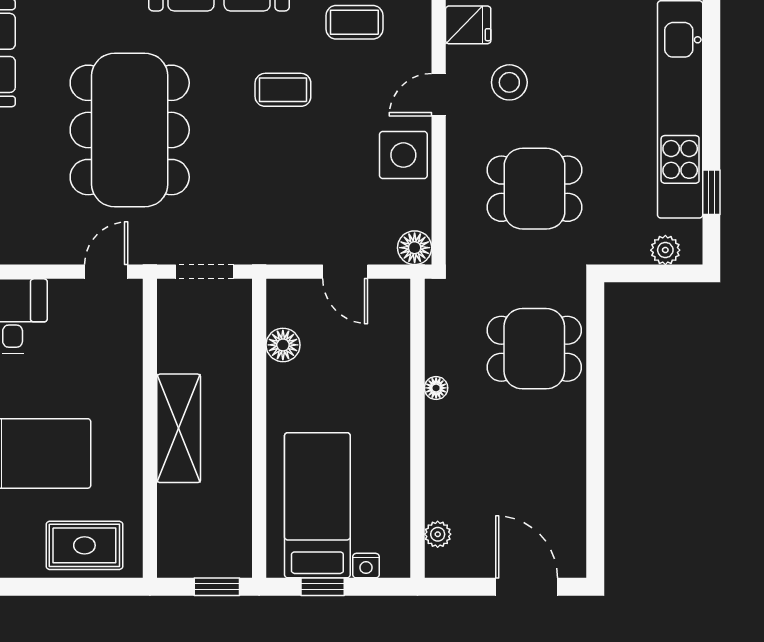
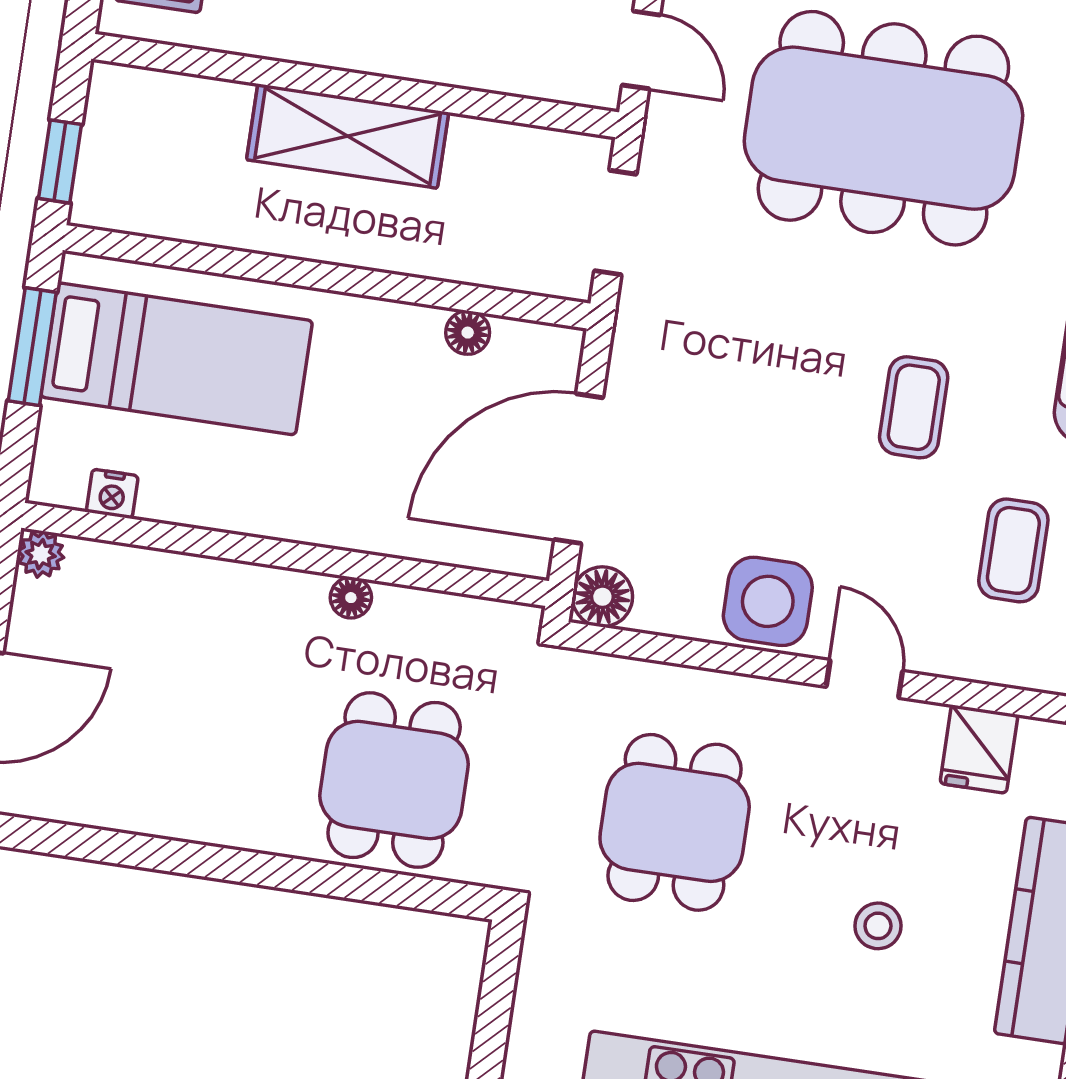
stool: (509, 82) -> (878, 926), moved, width x0.73, depth x0.73
plant: (665, 250) -> (533, 1036), removed
door: (345, 272) -> (579, 469), width x1.88
floor lamp: (283, 345) -> (468, 333), width x0.73, depth x0.73
plant: (438, 534) -> (41, 554), moved
nightstand: (366, 566) -> (112, 494), moved, turned -90
window: (323, 587) -> (32, 347), width x1.50

